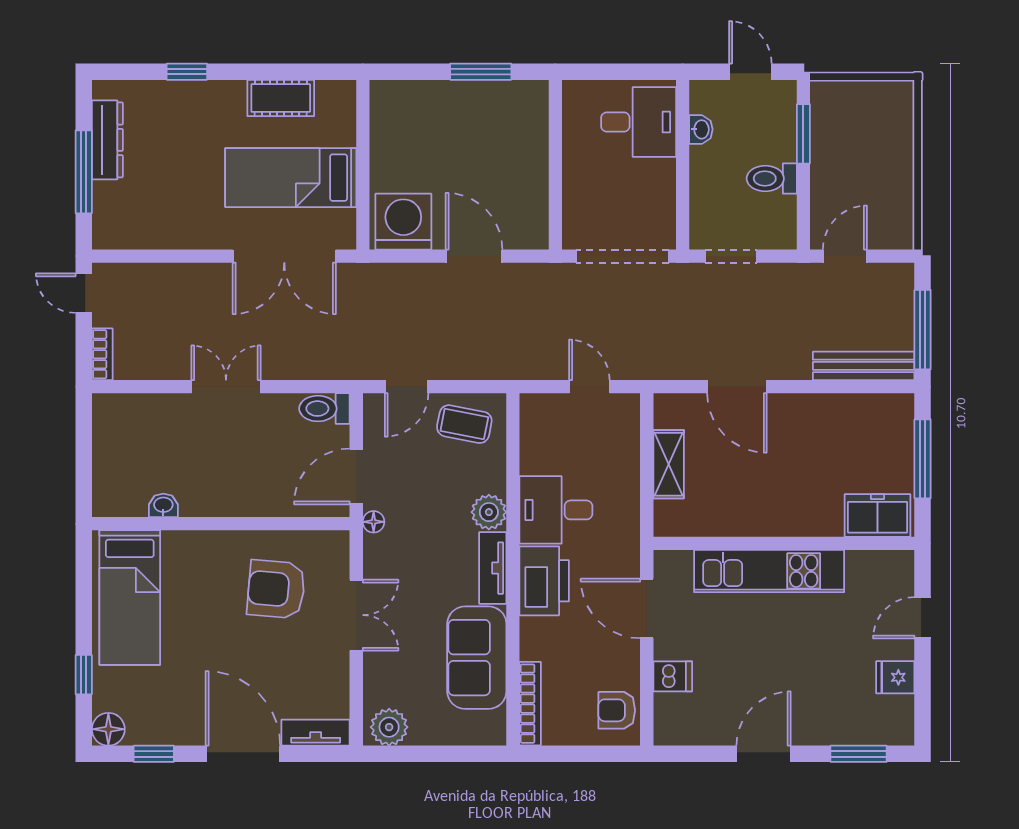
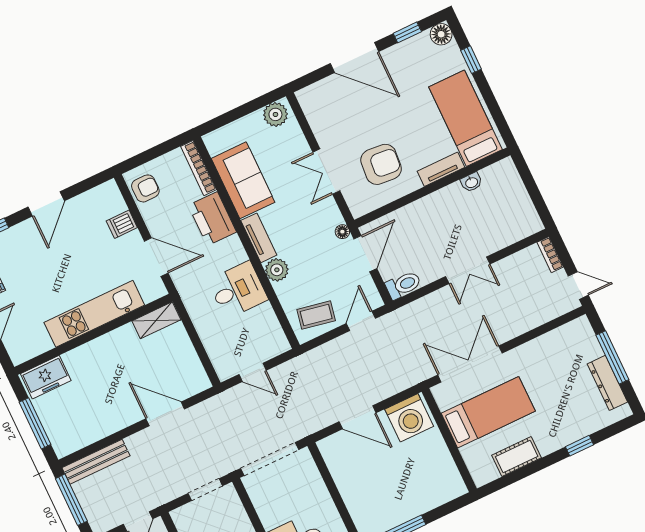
shelving: (669, 464) -> (156, 320), moved, turned 90
printer: (544, 581) -> (212, 219), moved
tv unit: (316, 733) -> (441, 169), moved, turned 180

